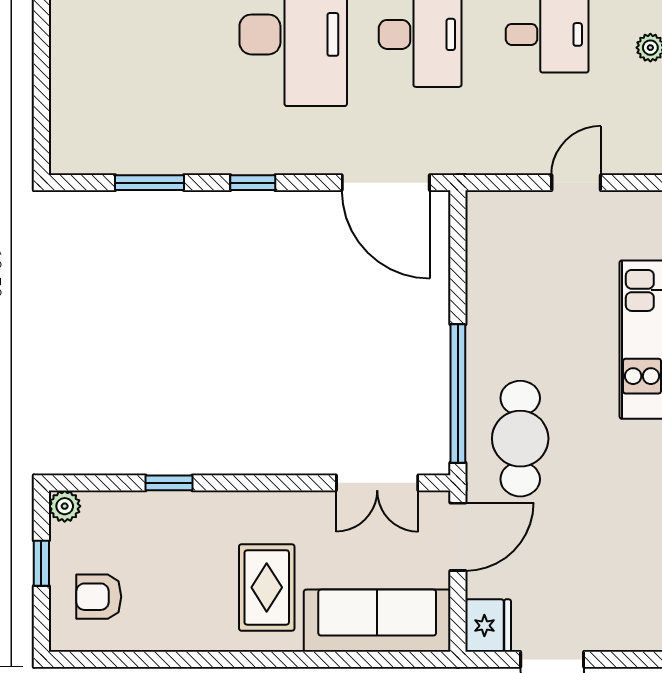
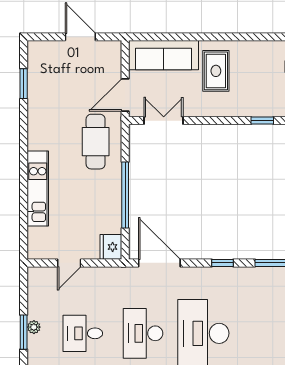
window: (458, 393) -> (125, 195), moved
fridge: (488, 626) -> (111, 247), moved

